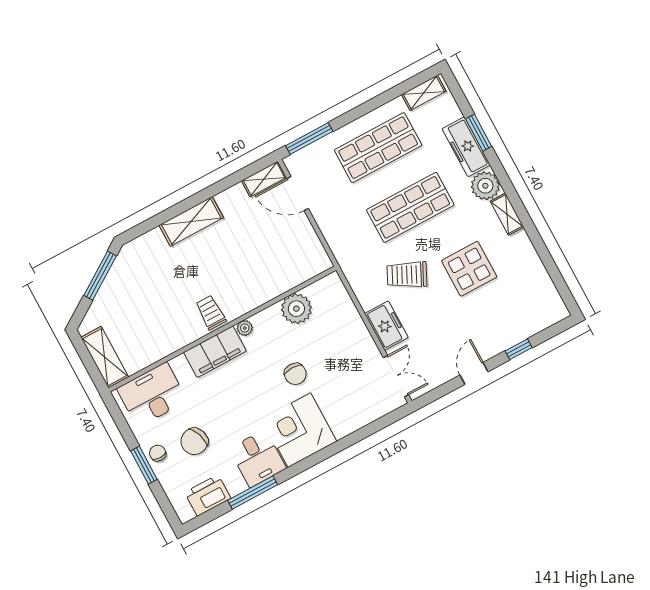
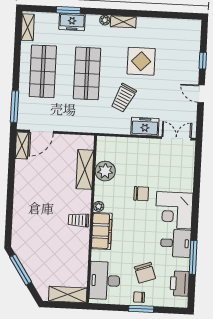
freezer: (466, 147) -> (72, 22), width x0.71
plant: (485, 186) -> (105, 20), width x0.53, depth x0.53
shelving: (191, 221) -> (85, 169), moved

